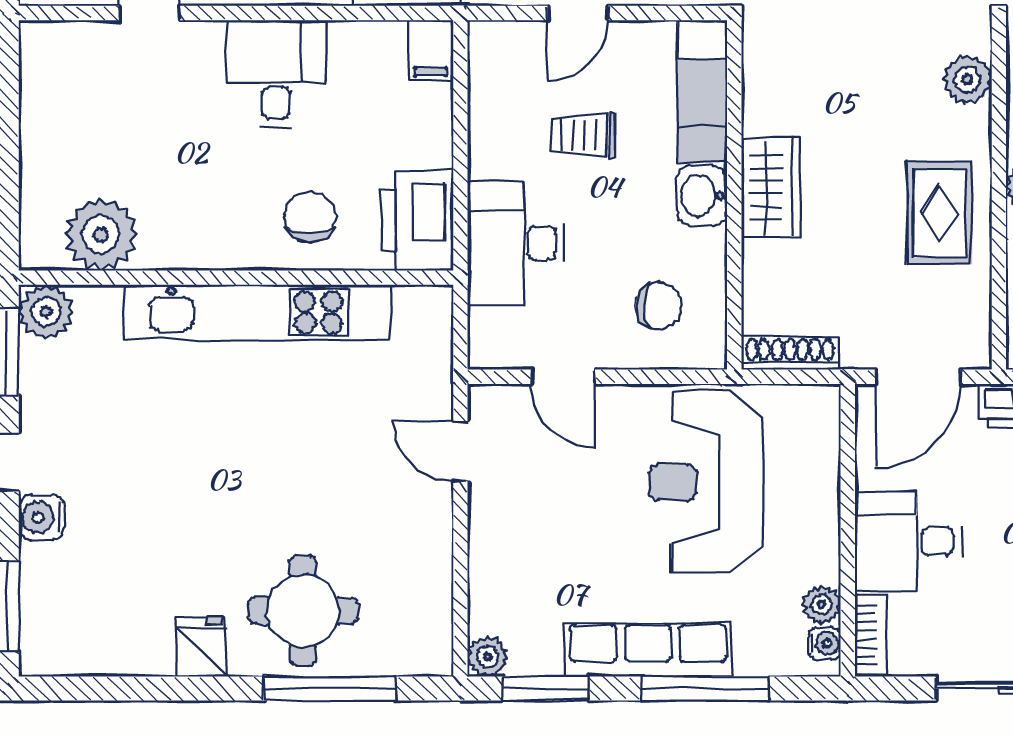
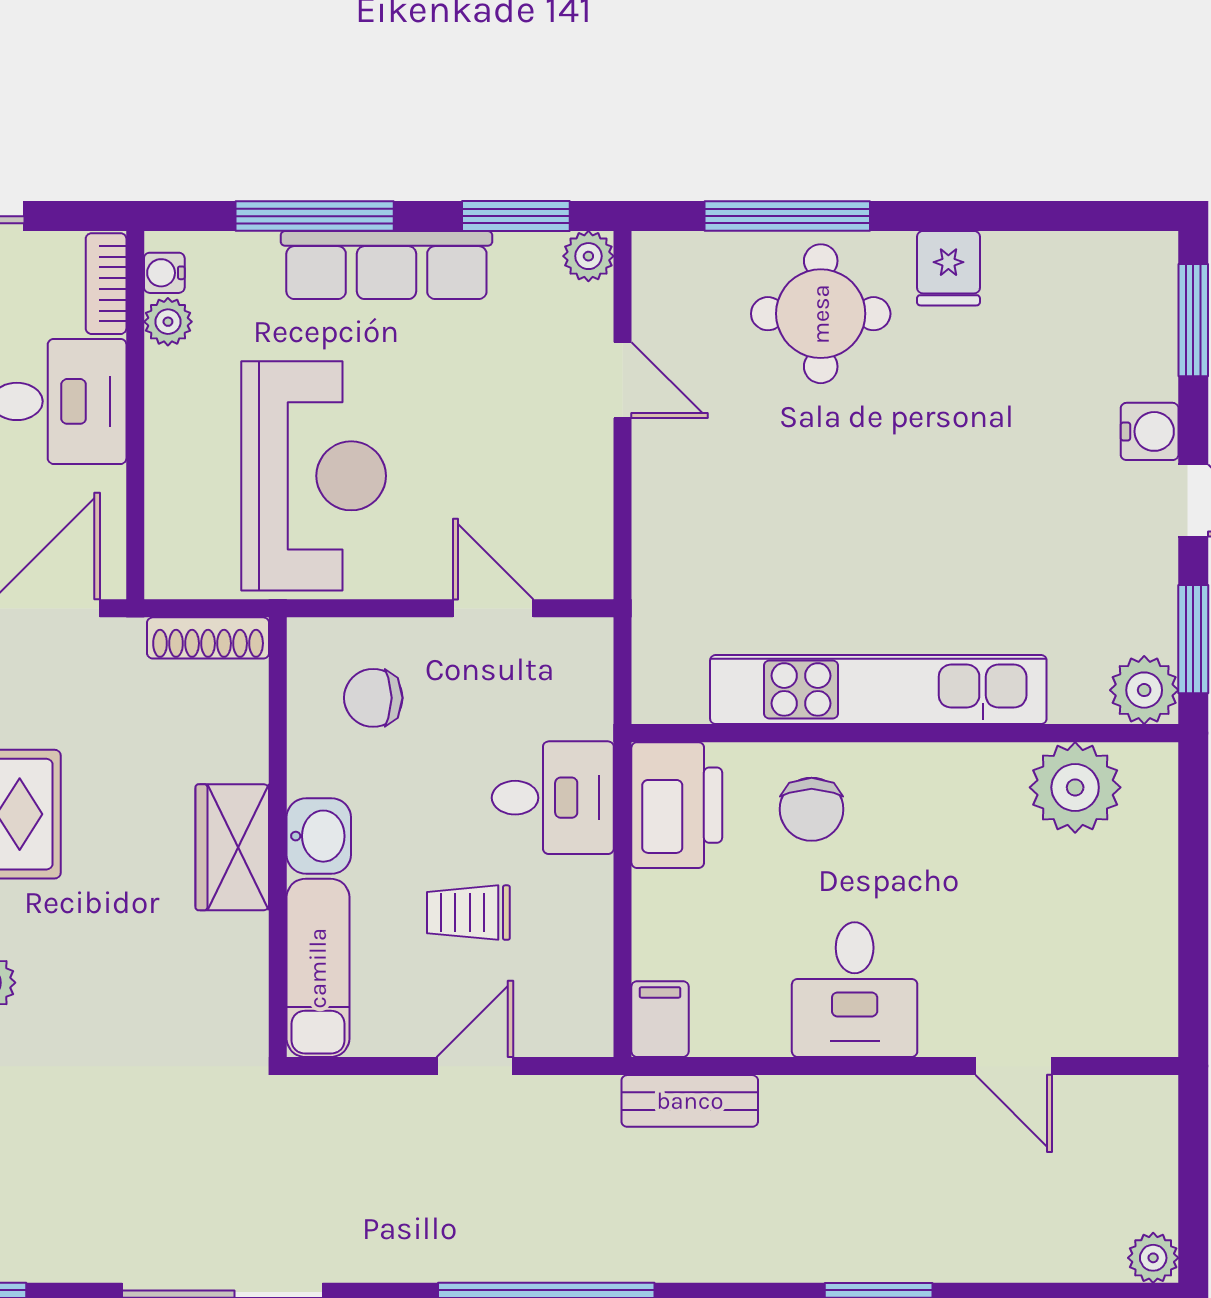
trolley: (583, 135) -> (468, 913), turned 180
desk: (516, 243) -> (553, 798), width x0.73
door: (460, 451) -> (623, 380), moved

